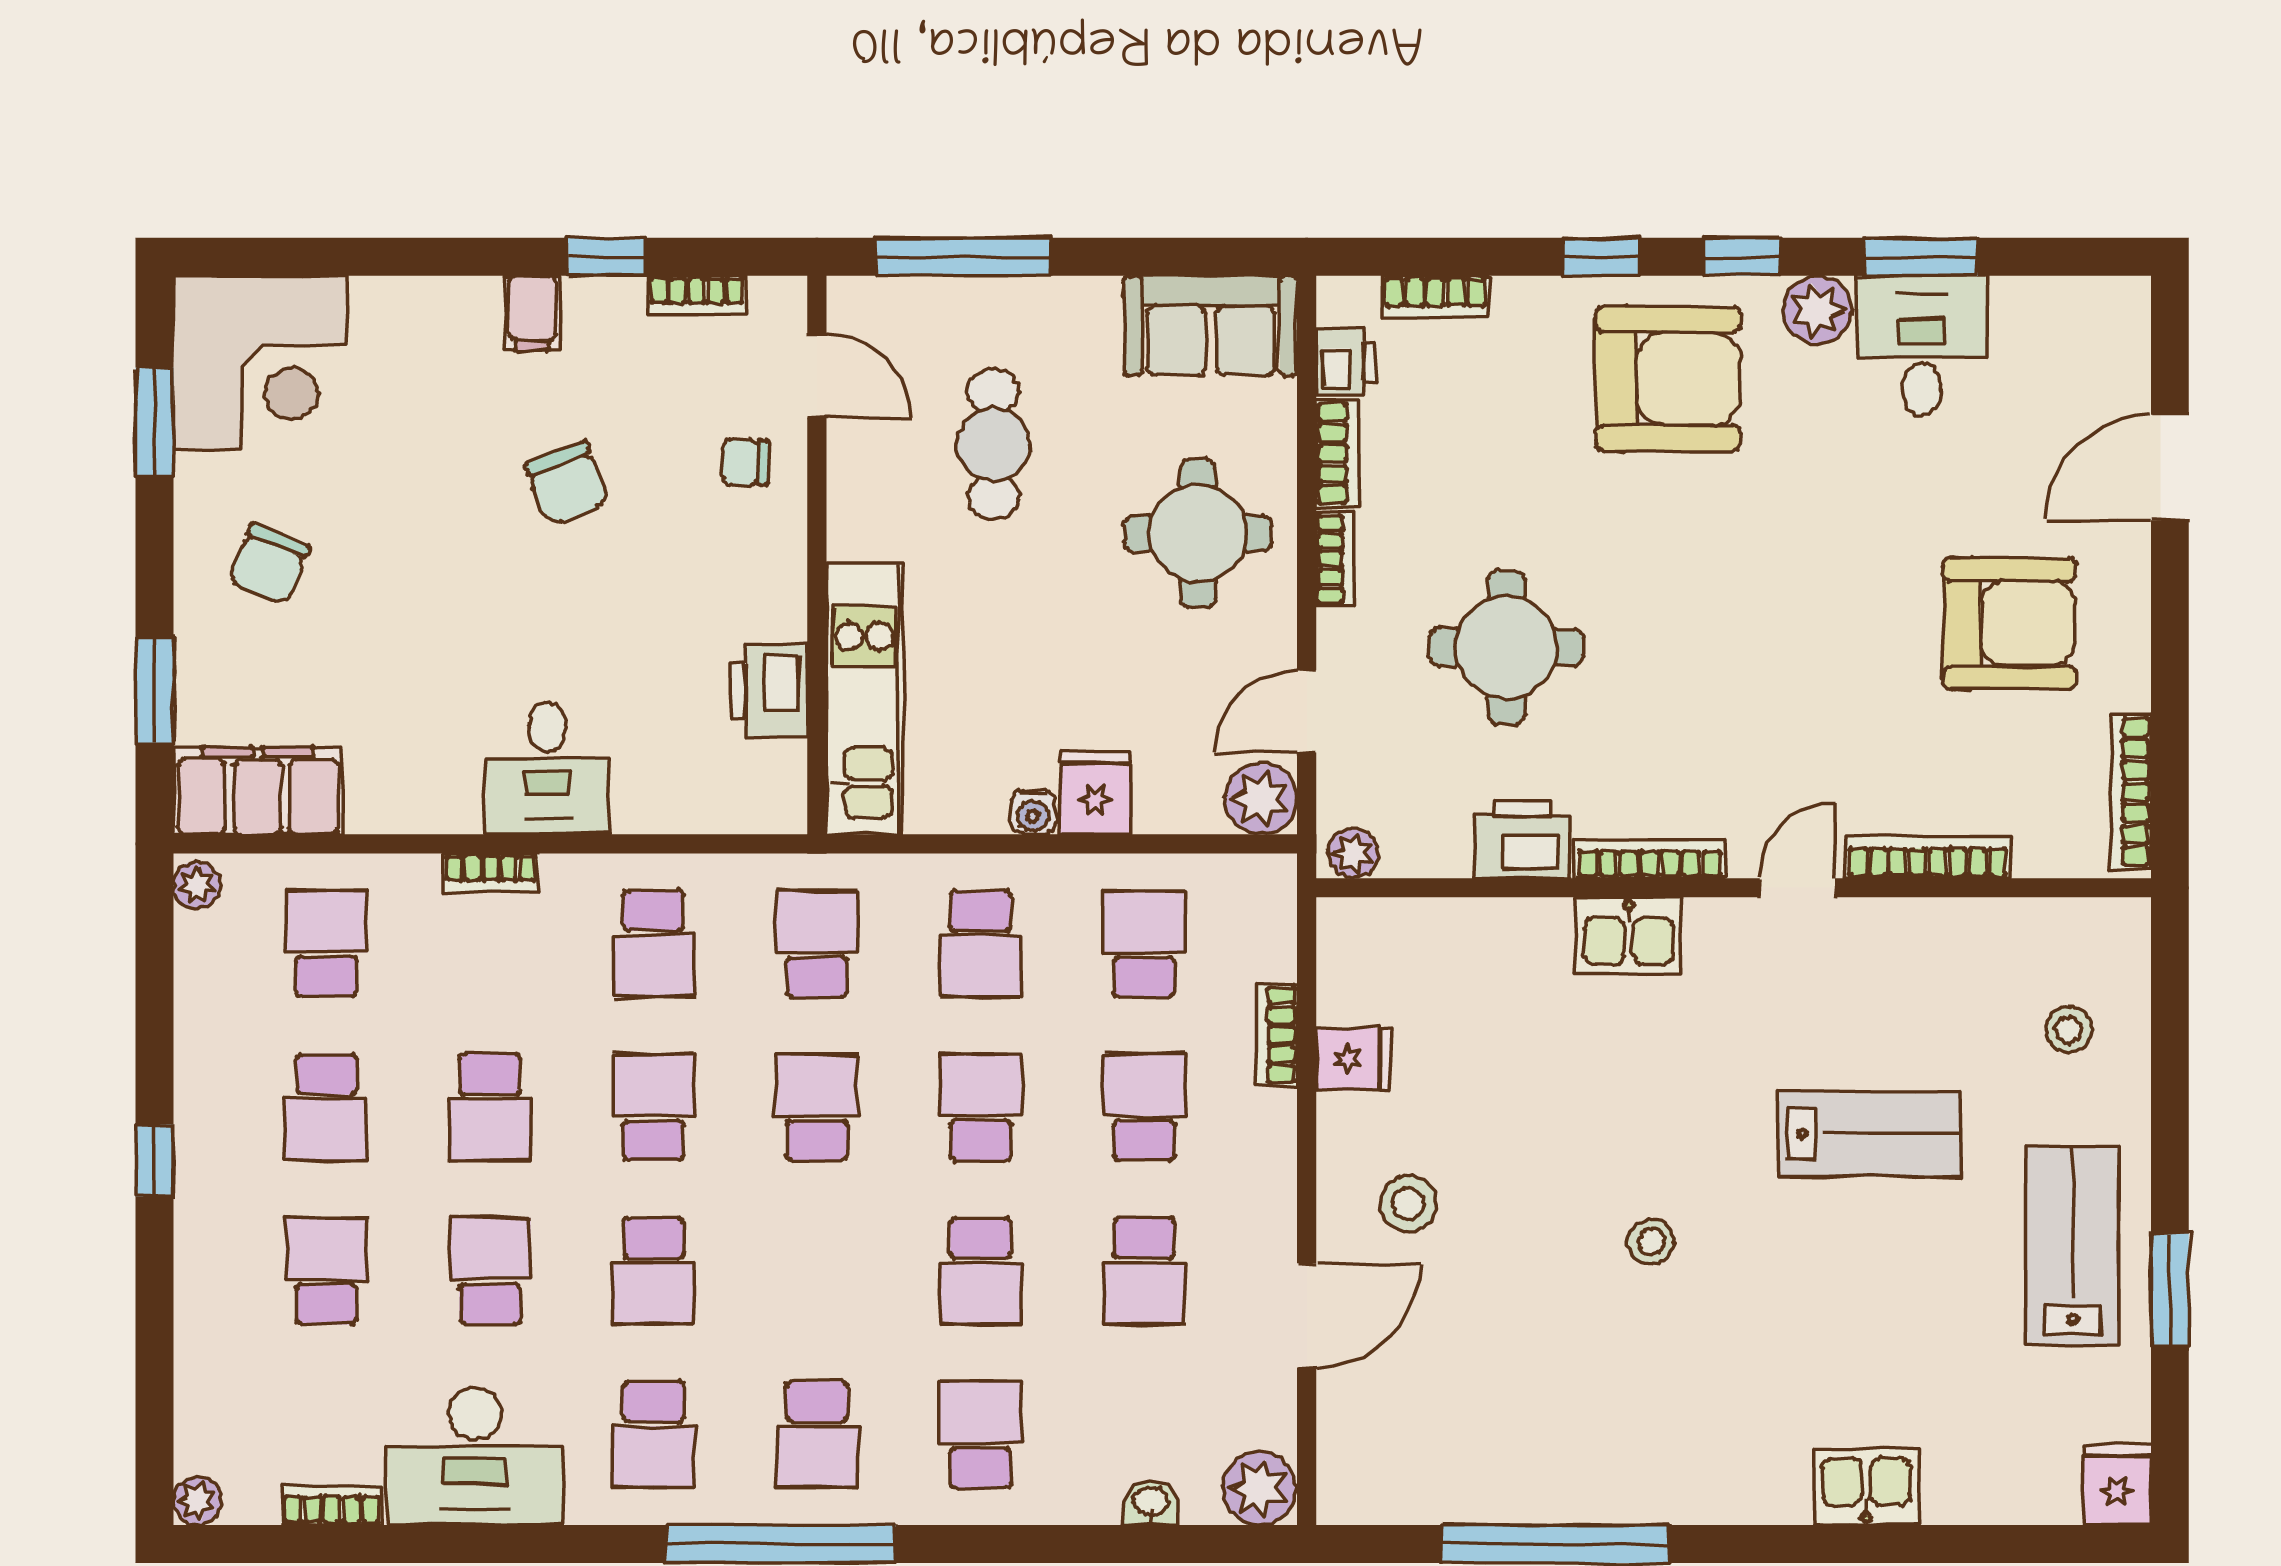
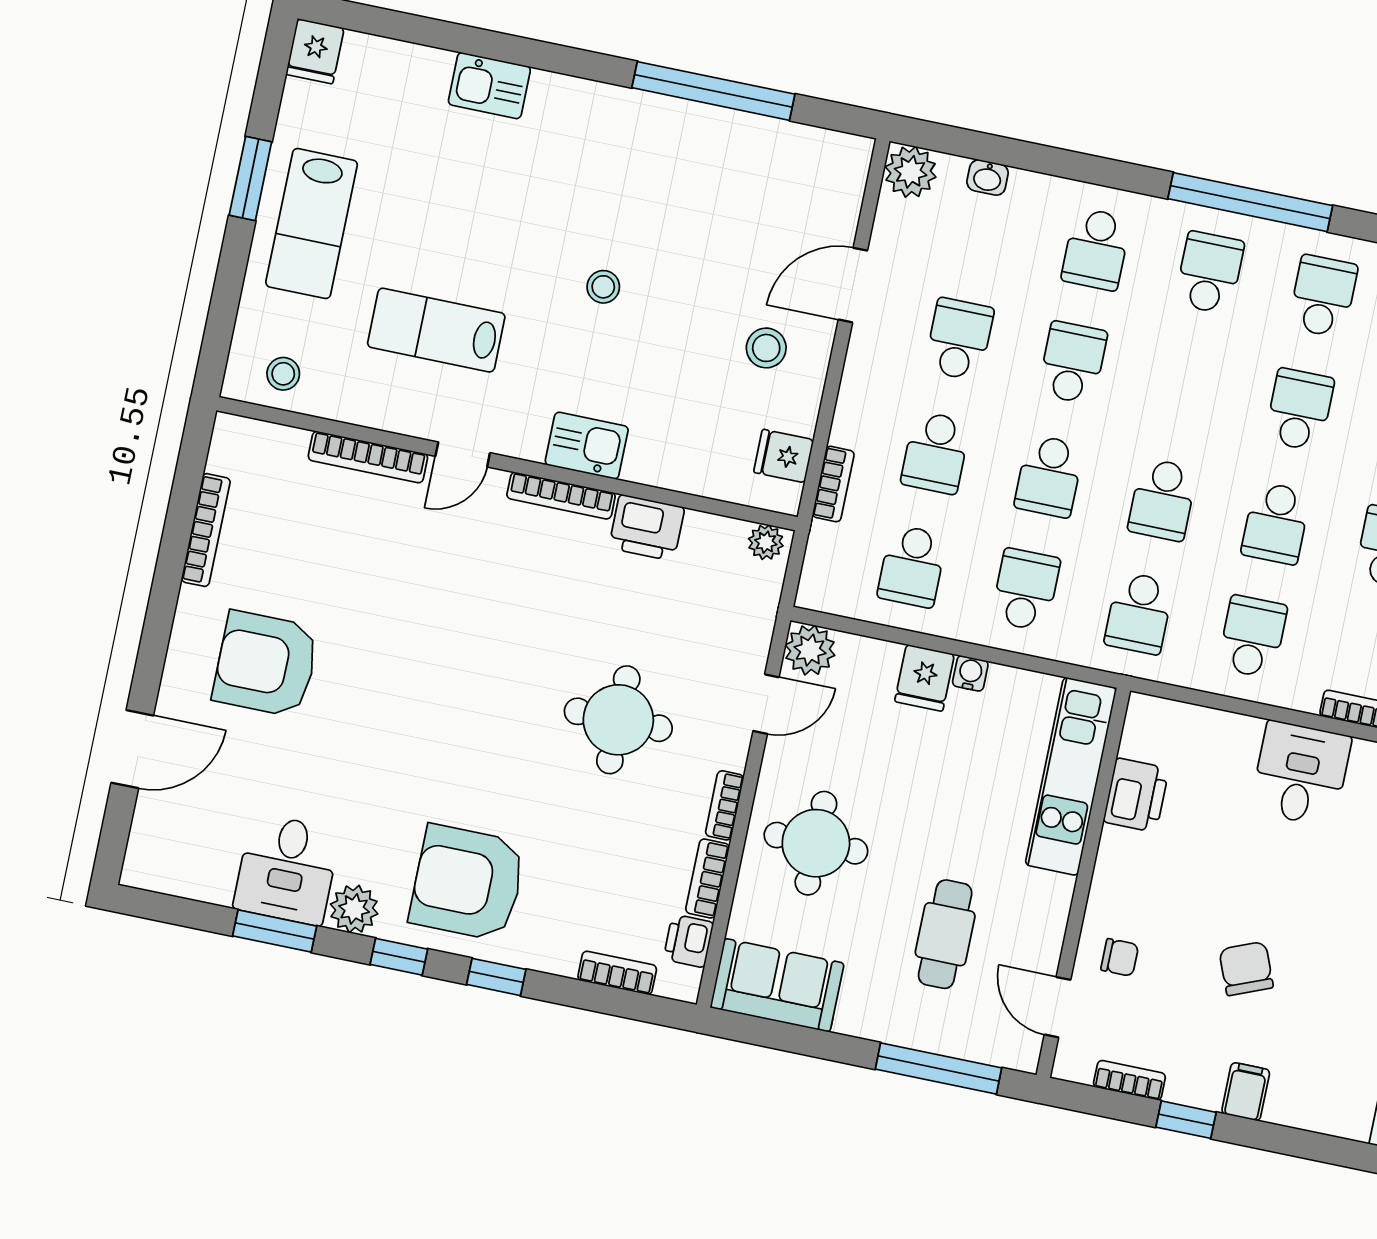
printer: (1522, 839) -> (647, 528), moved
plant: (1353, 853) -> (766, 542), moved
bookcase: (1928, 857) -> (368, 457), moved
bookcase: (1650, 859) -> (561, 496), moved
wall: (1734, 888) -> (507, 464), moved
door: (1797, 888) -> (463, 455), moved
kitchen sink: (1628, 936) -> (587, 446), moved

